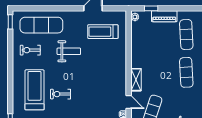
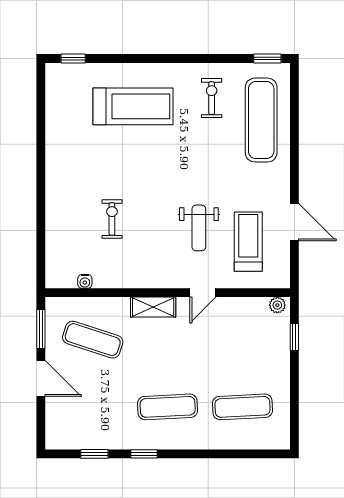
piano: (164, 16) -> (279, 363), removed
weight bench: (69, 51) -> (199, 228), moved
exercise bike: (60, 94) -> (112, 219), moved
door: (129, 102) -> (203, 293), moved

